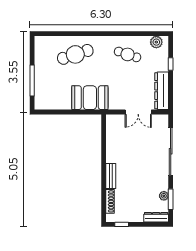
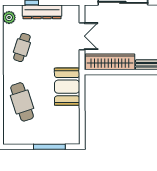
dresser: (162, 91) -> (42, 12), moved
wardrobe: (114, 139) -> (110, 62), added

